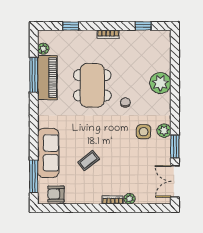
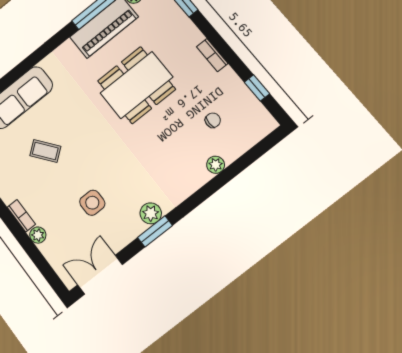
plant: (160, 83) -> (216, 165), width x0.53, depth x0.53
chair: (125, 103) -> (213, 120), moved
side table: (144, 132) -> (92, 203), moved
window: (175, 147) -> (155, 231), moved

